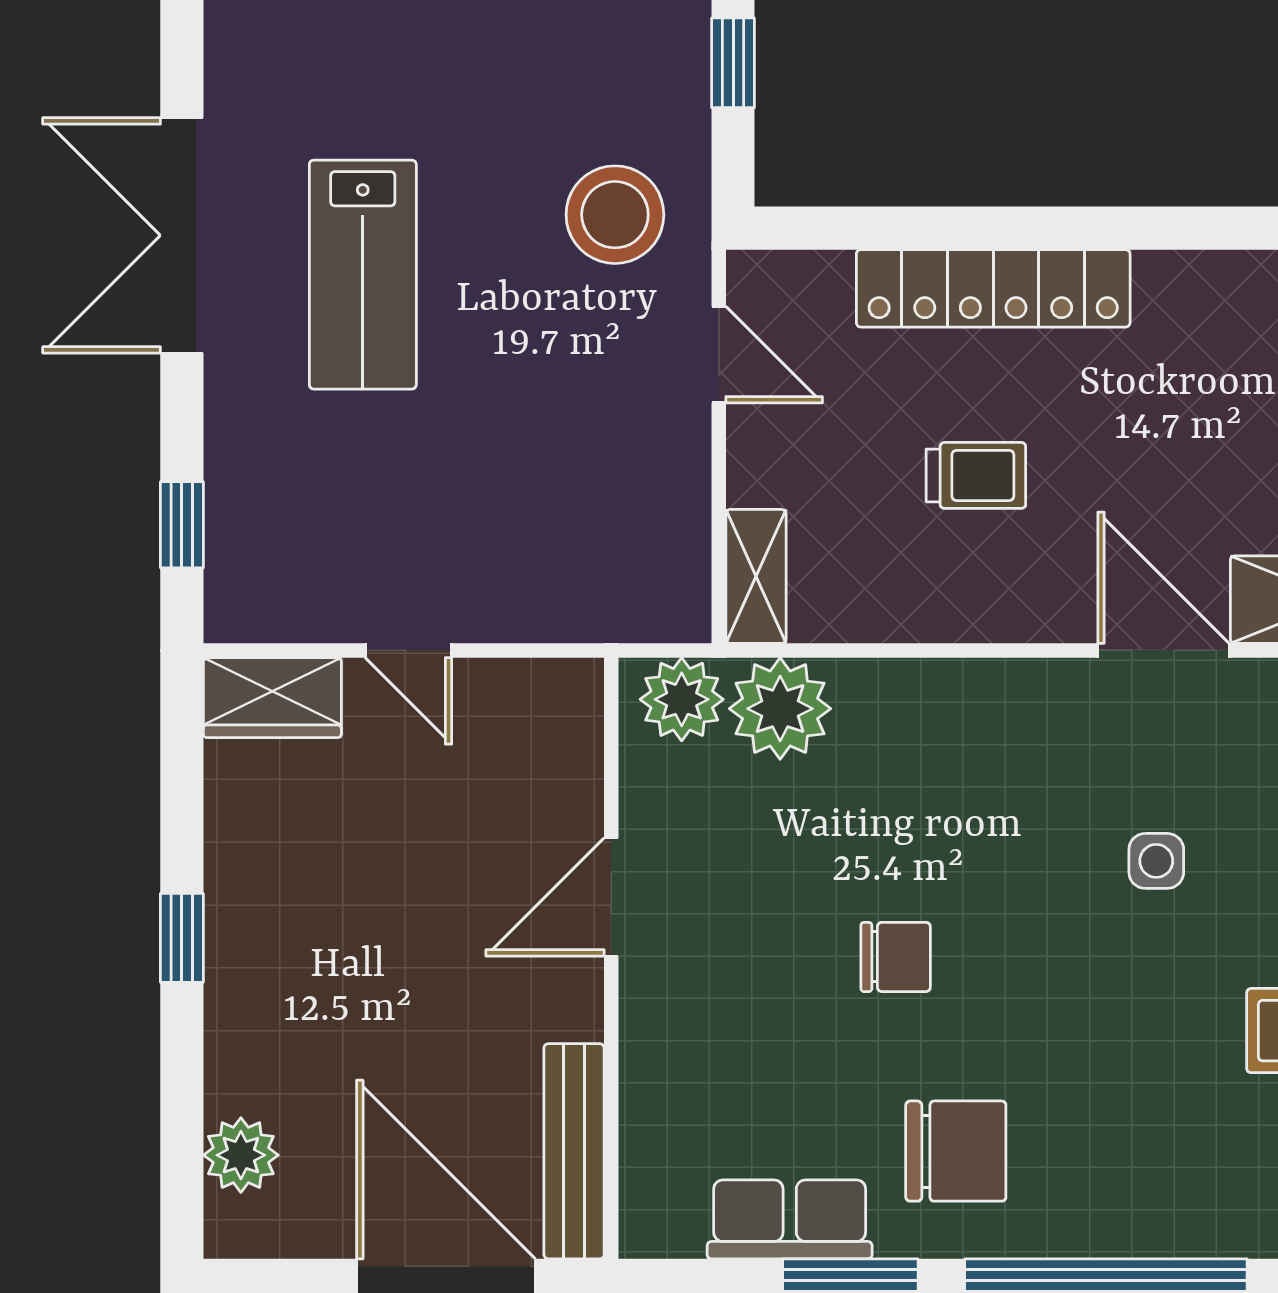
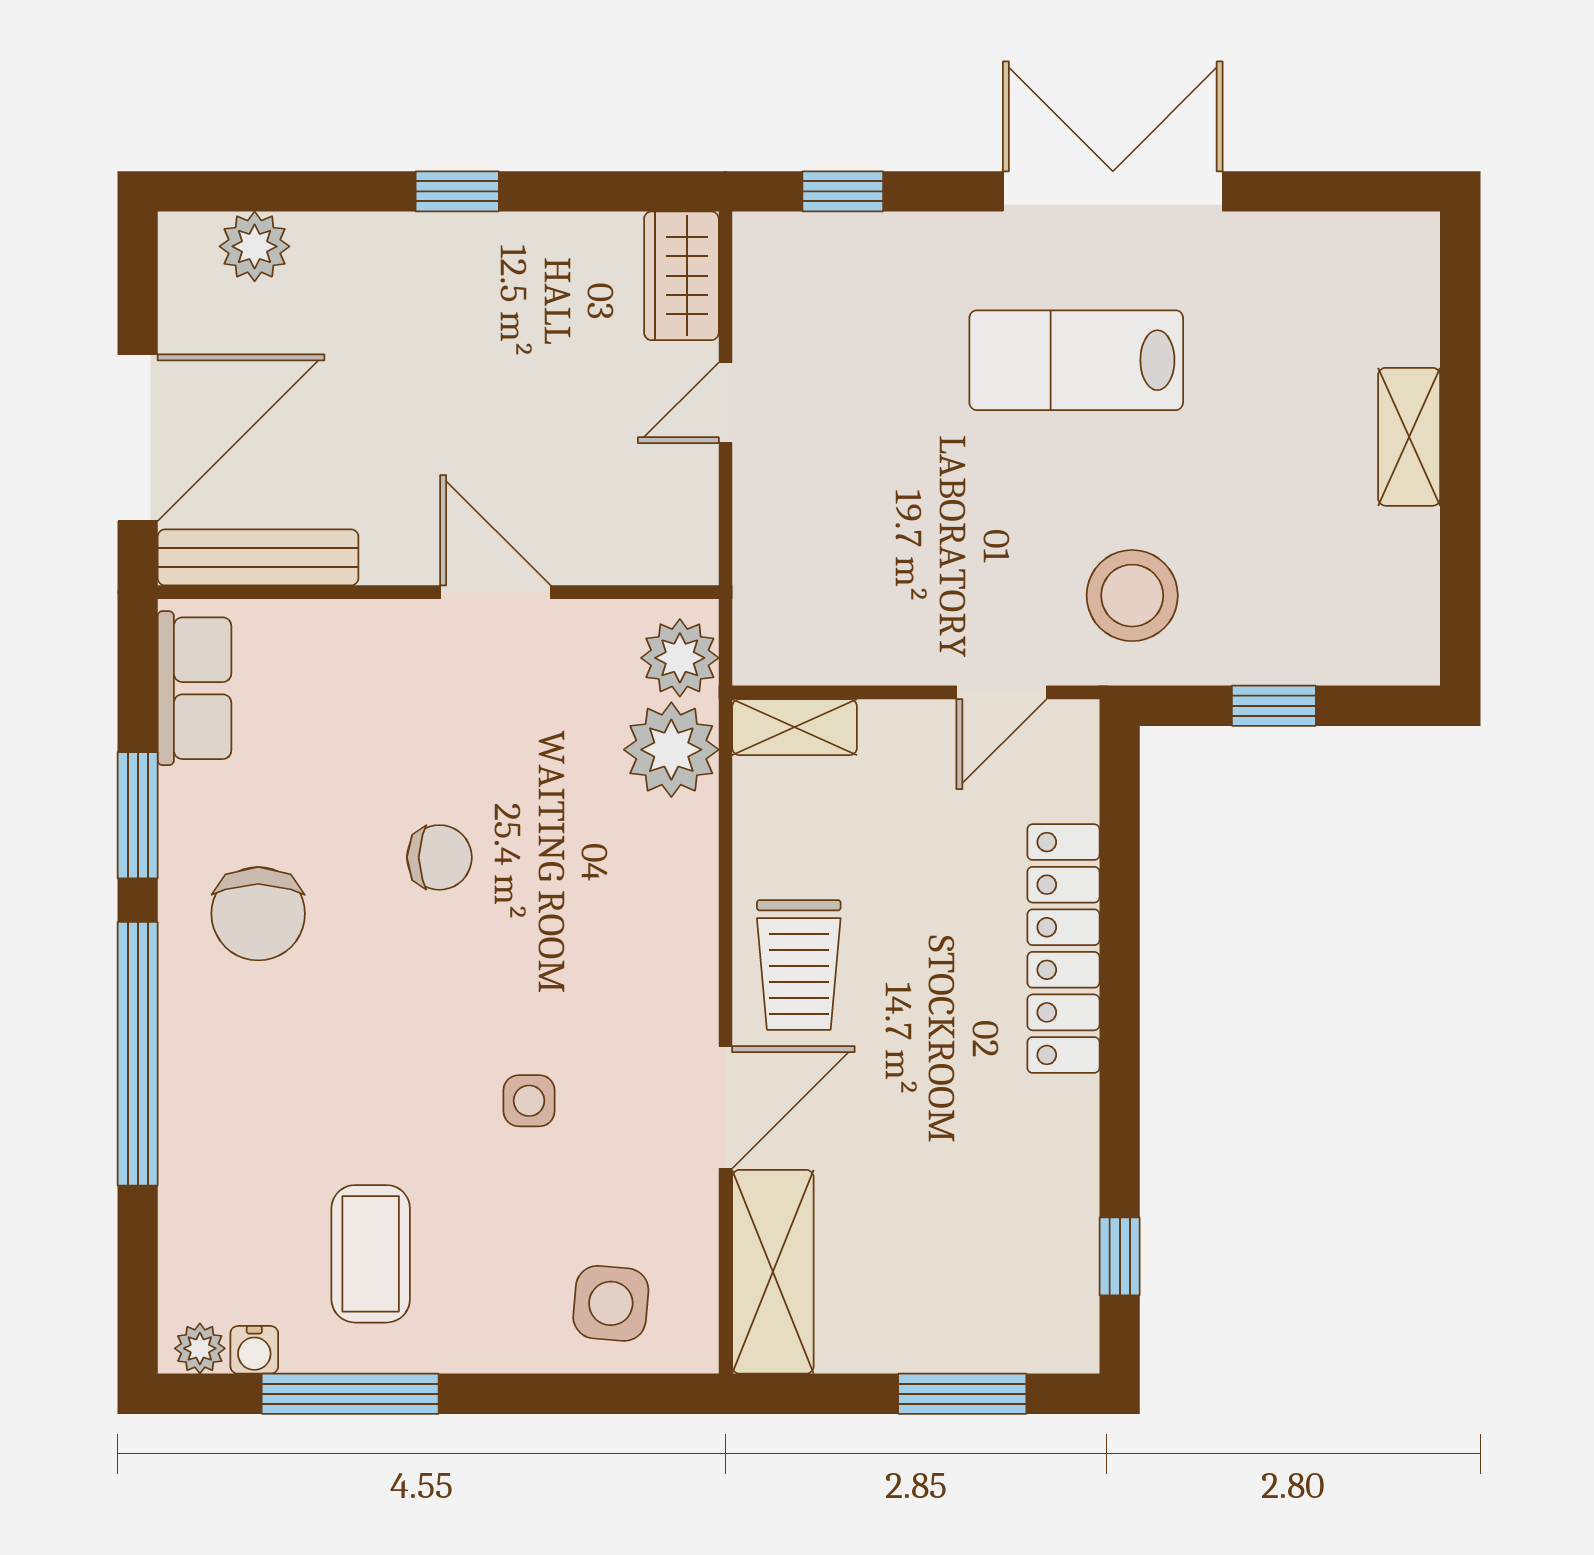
trolley: (976, 475) -> (799, 965), moved, width x1.36, depth x1.39
chair: (896, 957) -> (439, 857), turned -90
row of seats: (790, 1219) -> (194, 688), moved

